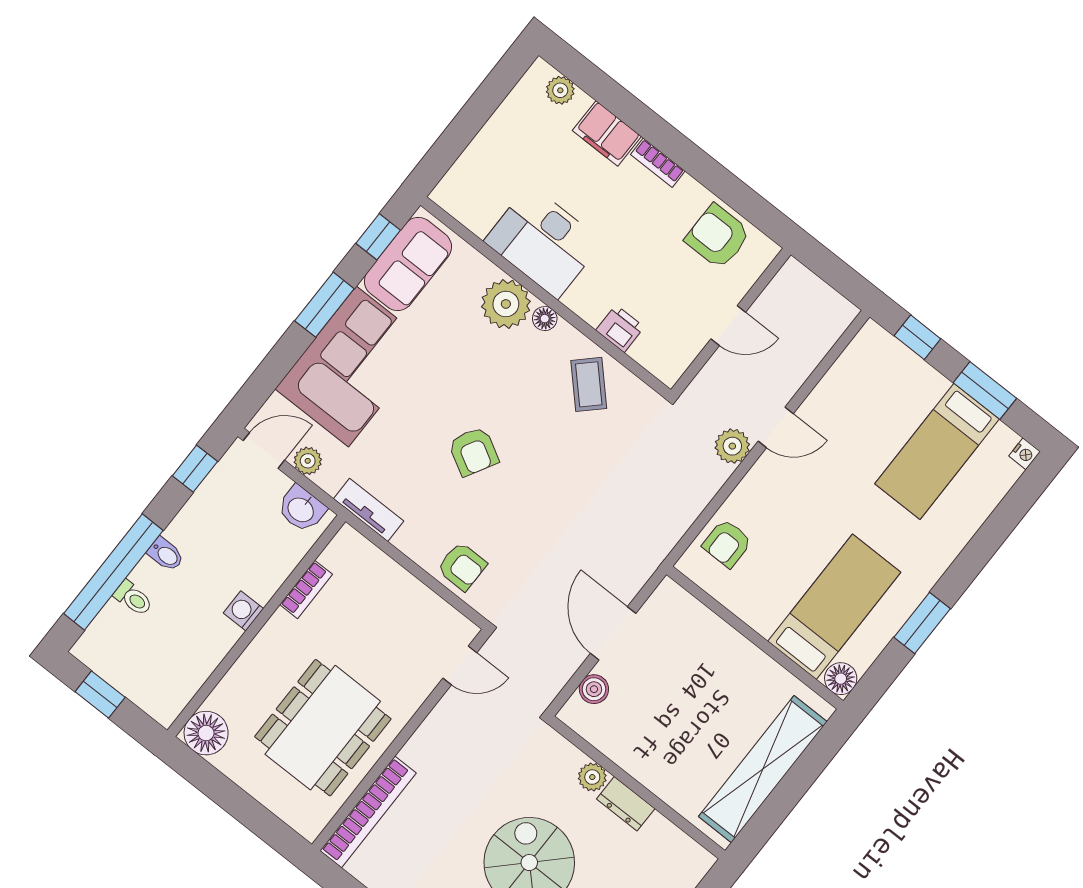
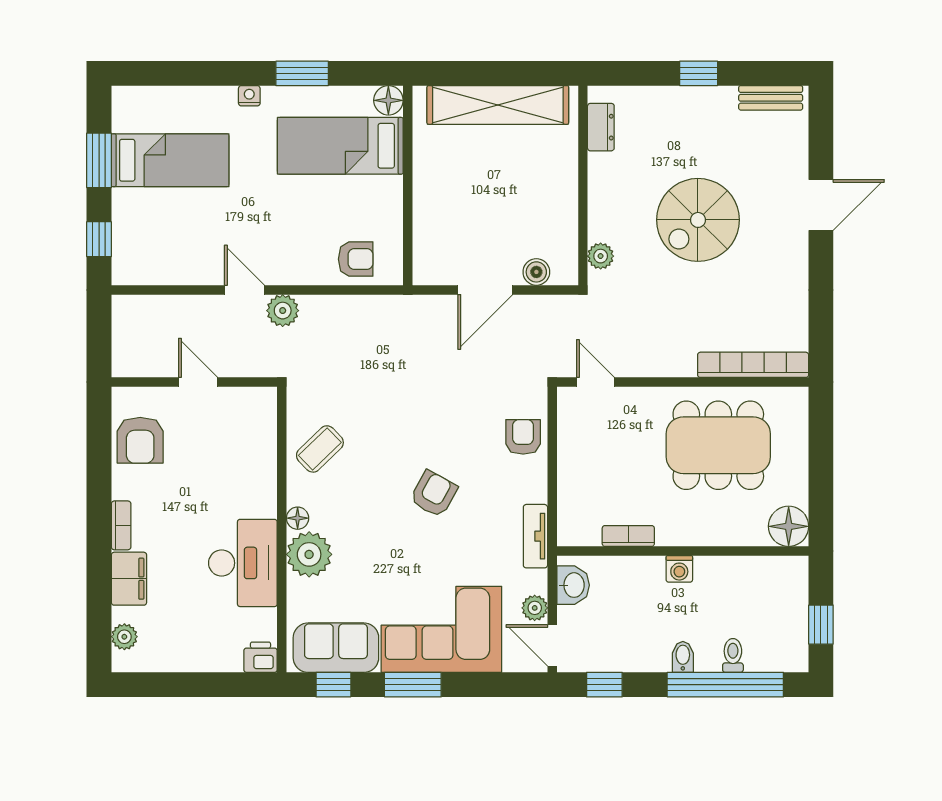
printer: (620, 329) -> (260, 657), moved, turned 90
nightstand: (1025, 454) -> (249, 96), moved
plant: (592, 777) -> (601, 256), moved
dresser: (626, 804) -> (601, 127), moved

